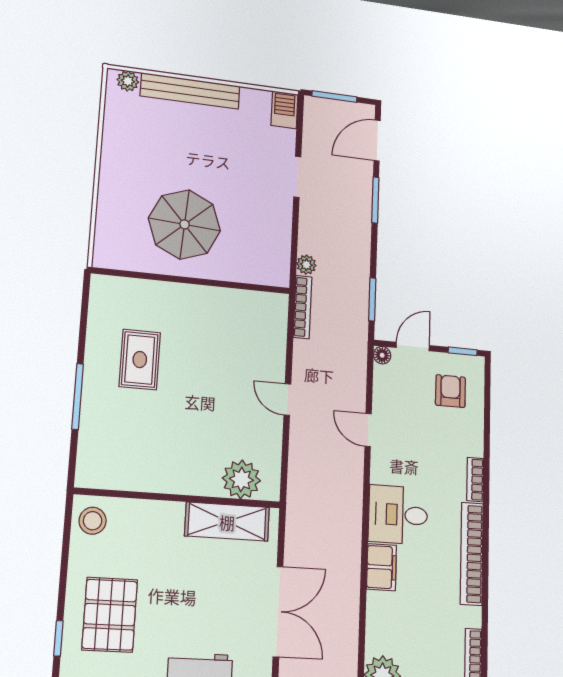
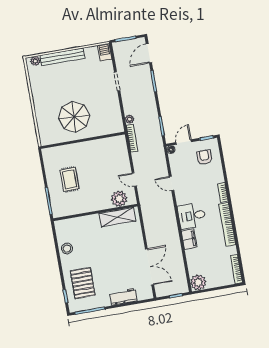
plant: (241, 479) -> (119, 199), moved
wall: (178, 498) -> (95, 212), moved
shelving: (227, 522) -> (117, 217), moved

